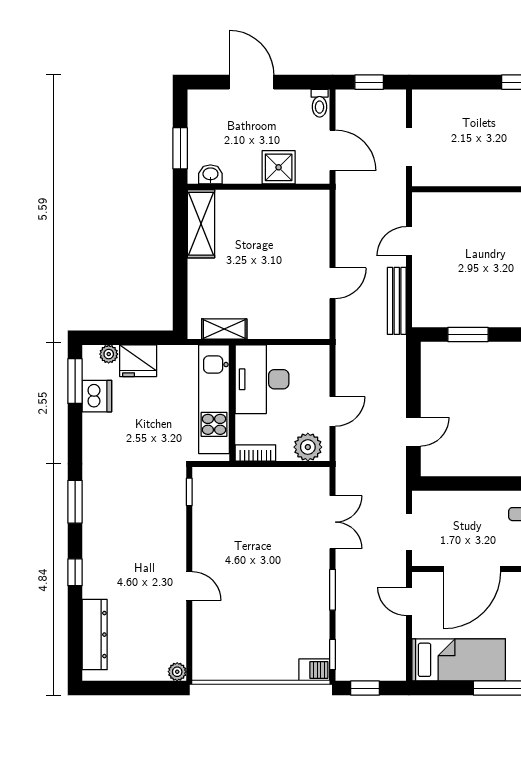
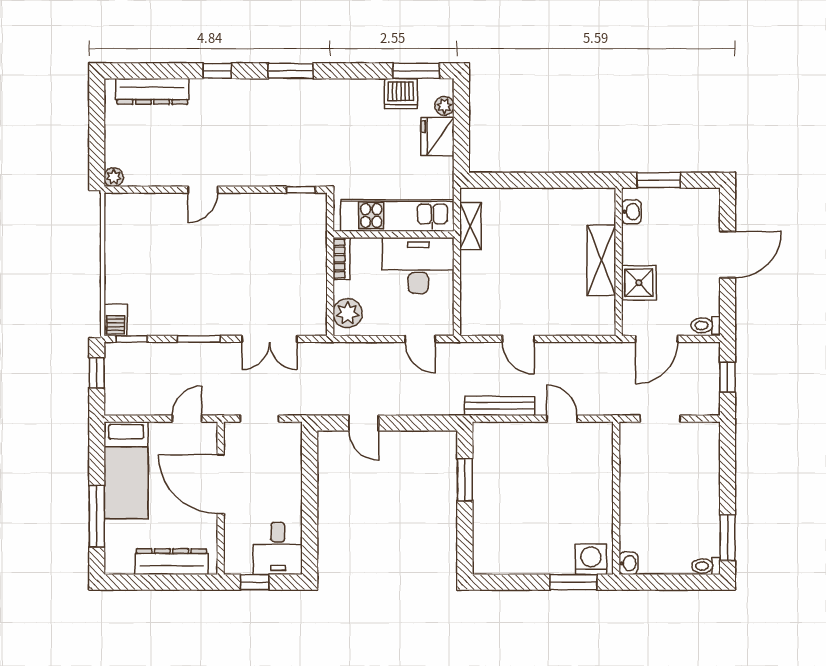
shelving: (201, 224) -> (601, 260), moved, turned 90
door: (333, 411) -> (420, 339), moved

